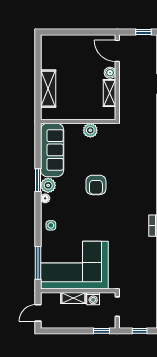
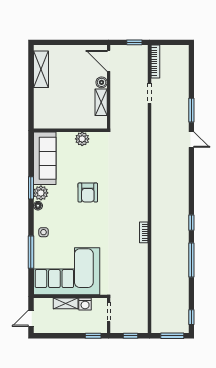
shelving: (48, 89) -> (41, 69), moved
window: (38, 263) -> (31, 252), moved

